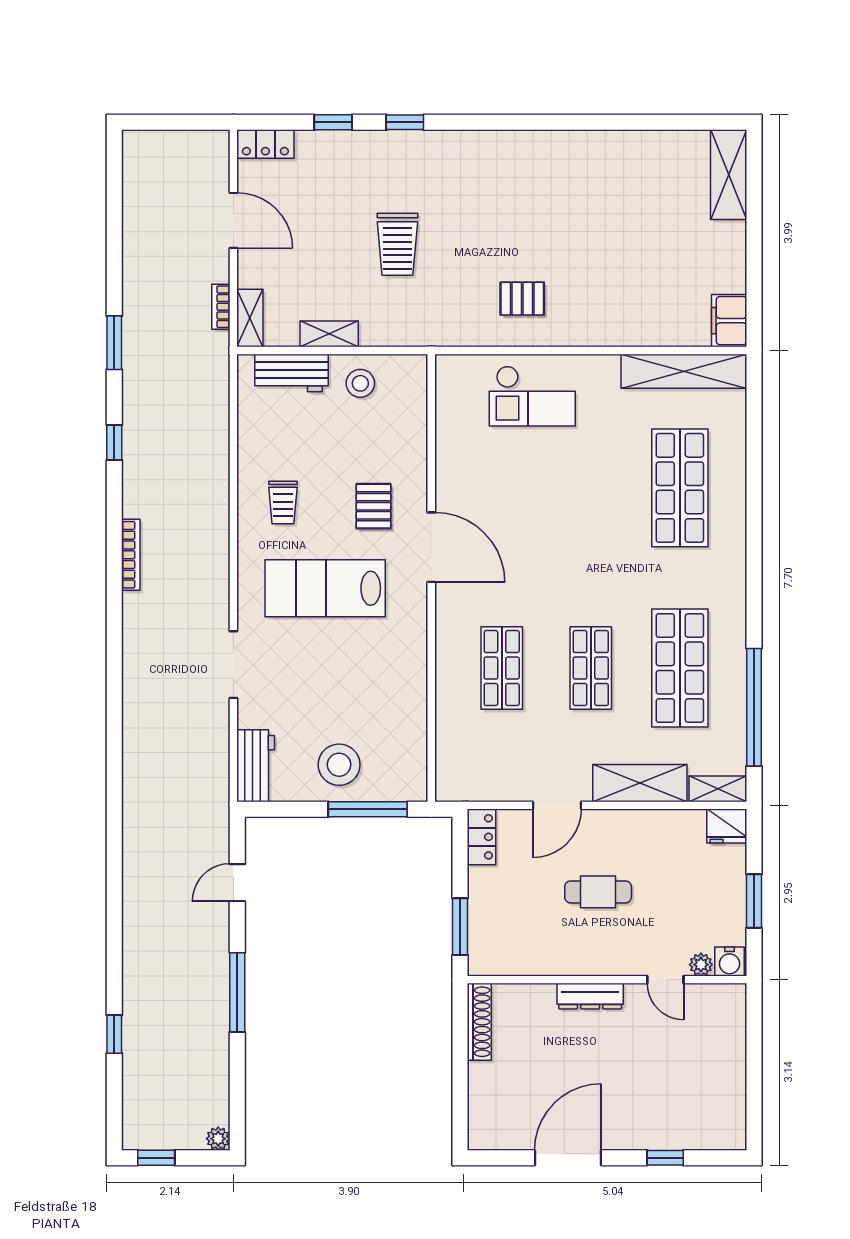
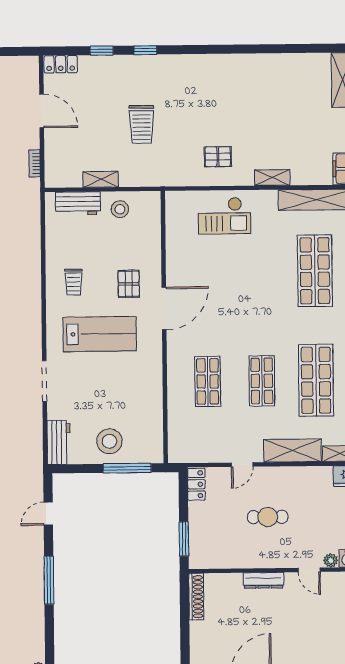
shelving: (250, 318) -> (272, 178), moved, turned 90
door: (431, 547) -> (164, 308), hinge flipped
lab bench: (325, 588) -> (100, 334), turned 180
door: (557, 805) -> (242, 465), width x0.73

